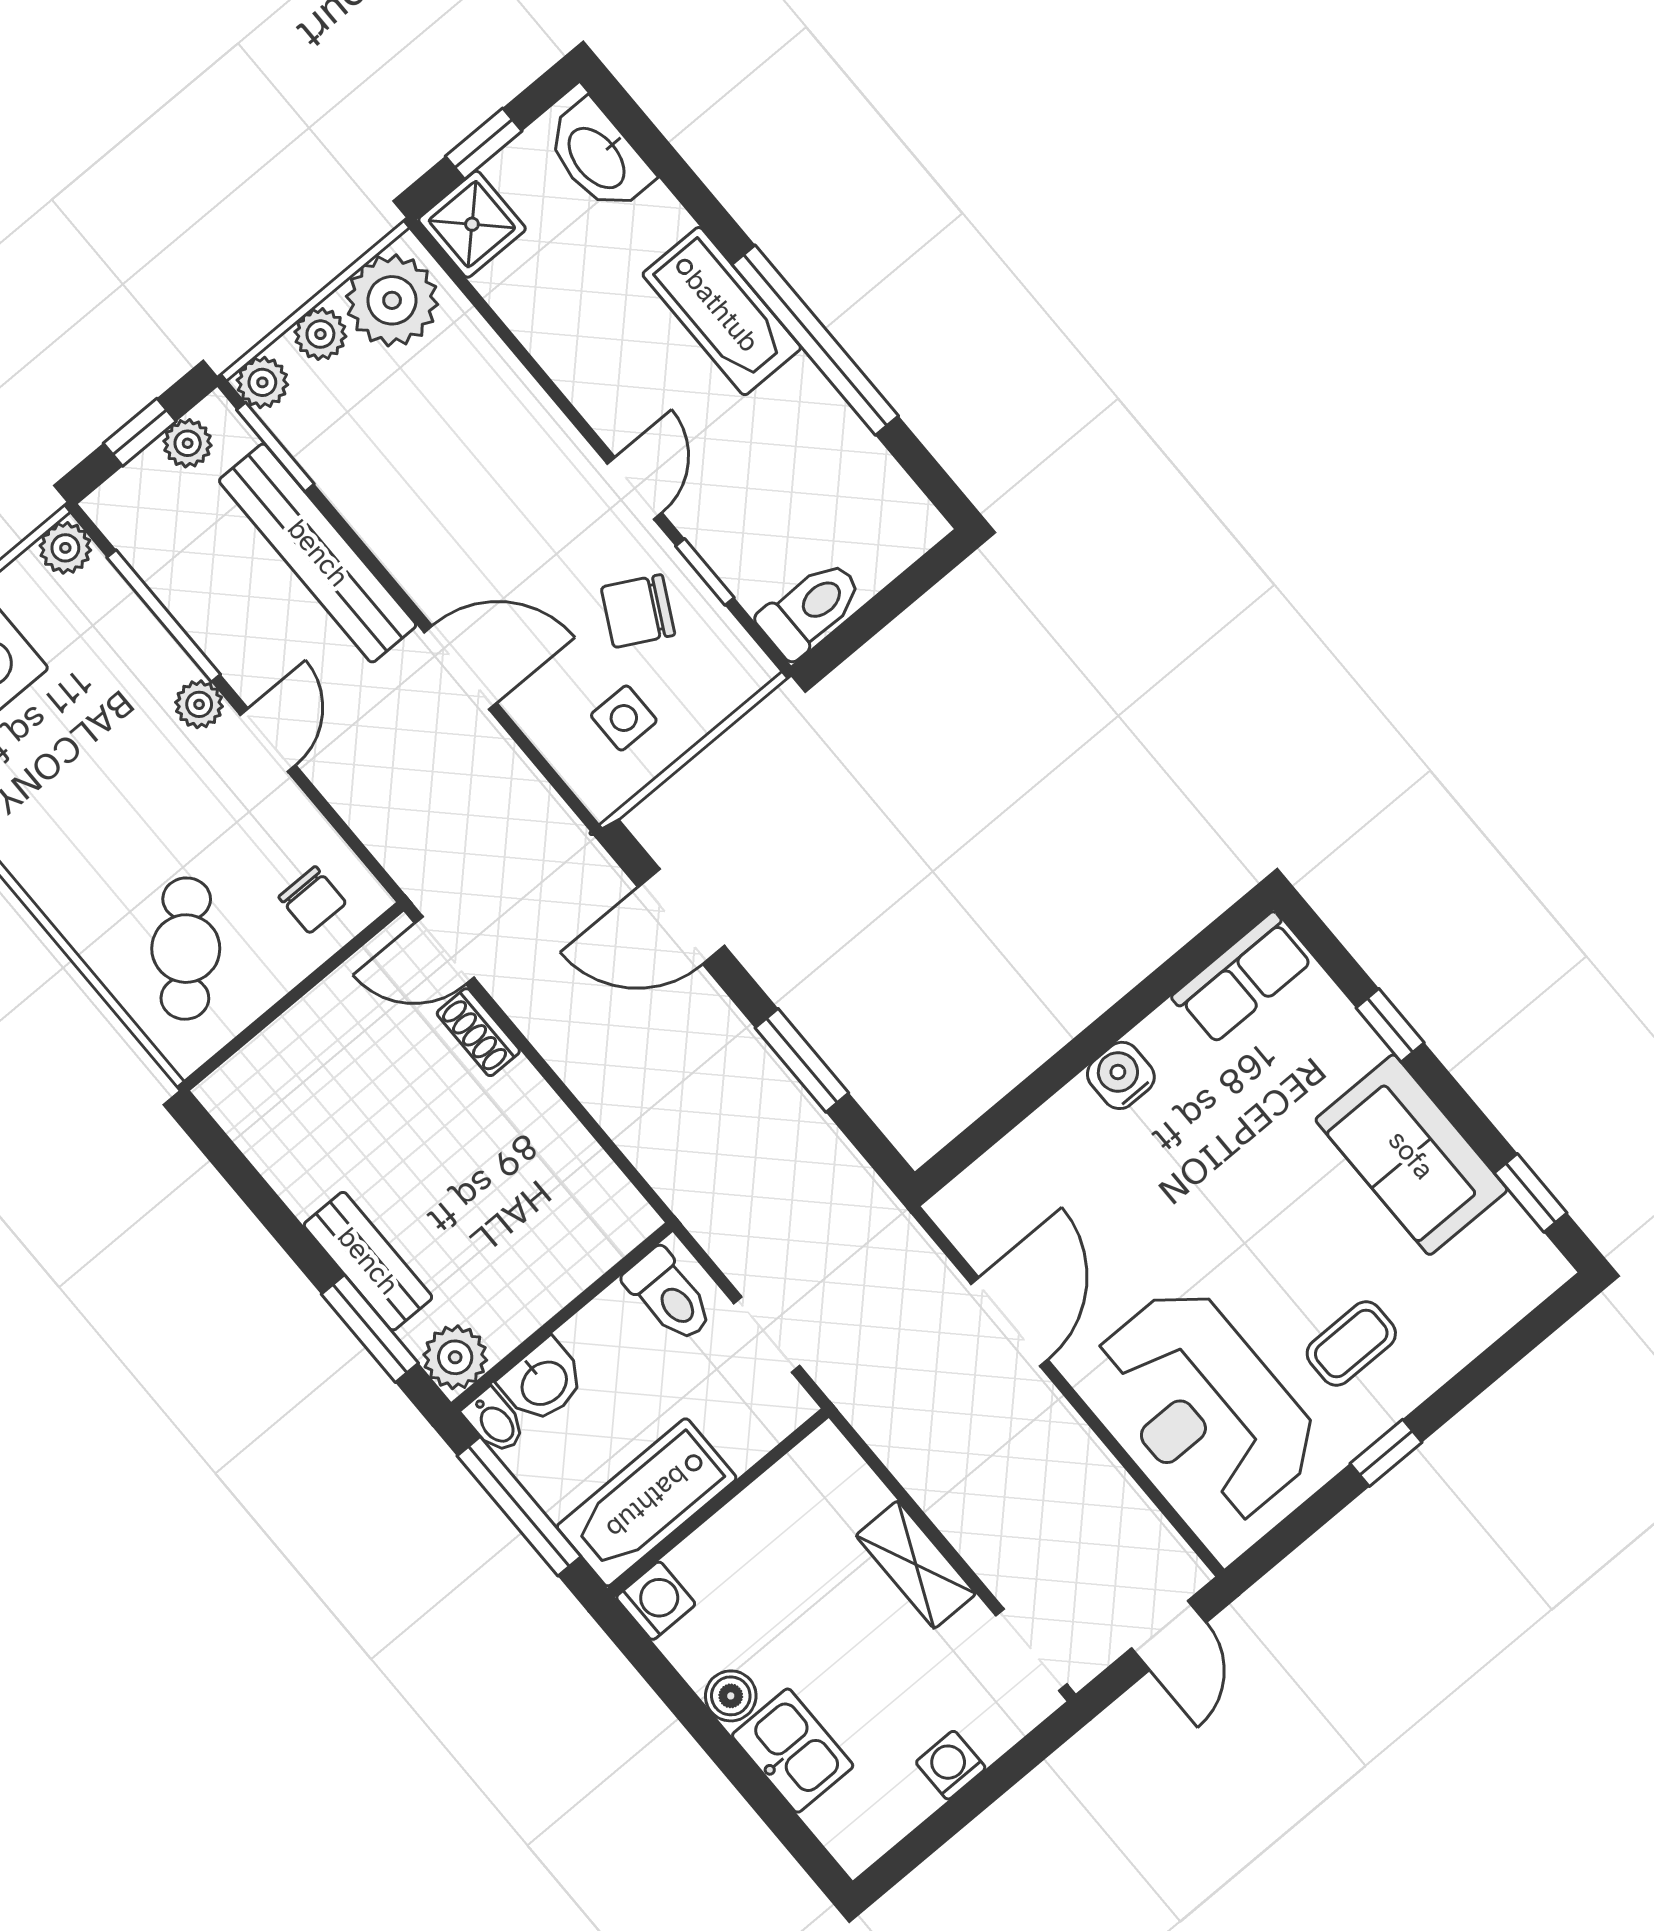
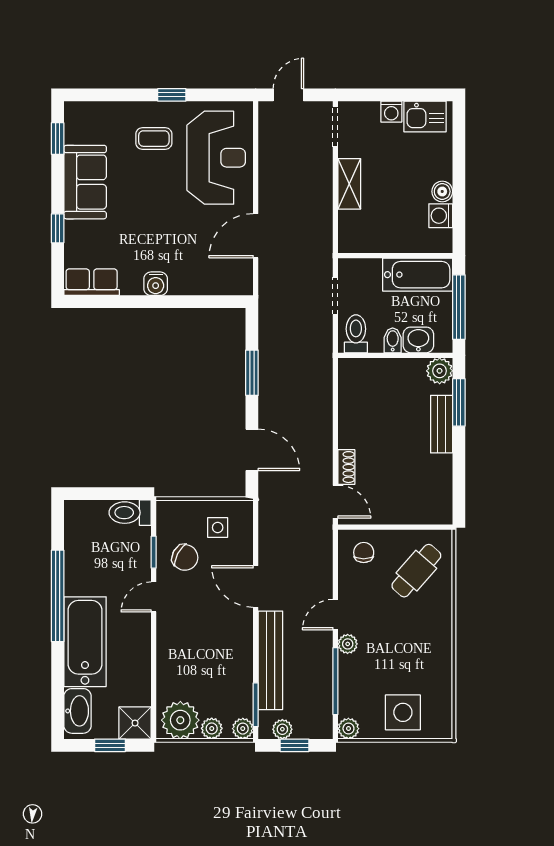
bathtub: (722, 311) -> (85, 642), width x1.36, depth x1.36
bidet: (494, 1421) -> (393, 340), moved
washing machine: (656, 1601) -> (441, 216), moved
kitchen sink: (793, 1751) -> (425, 116), moved, turned -90

